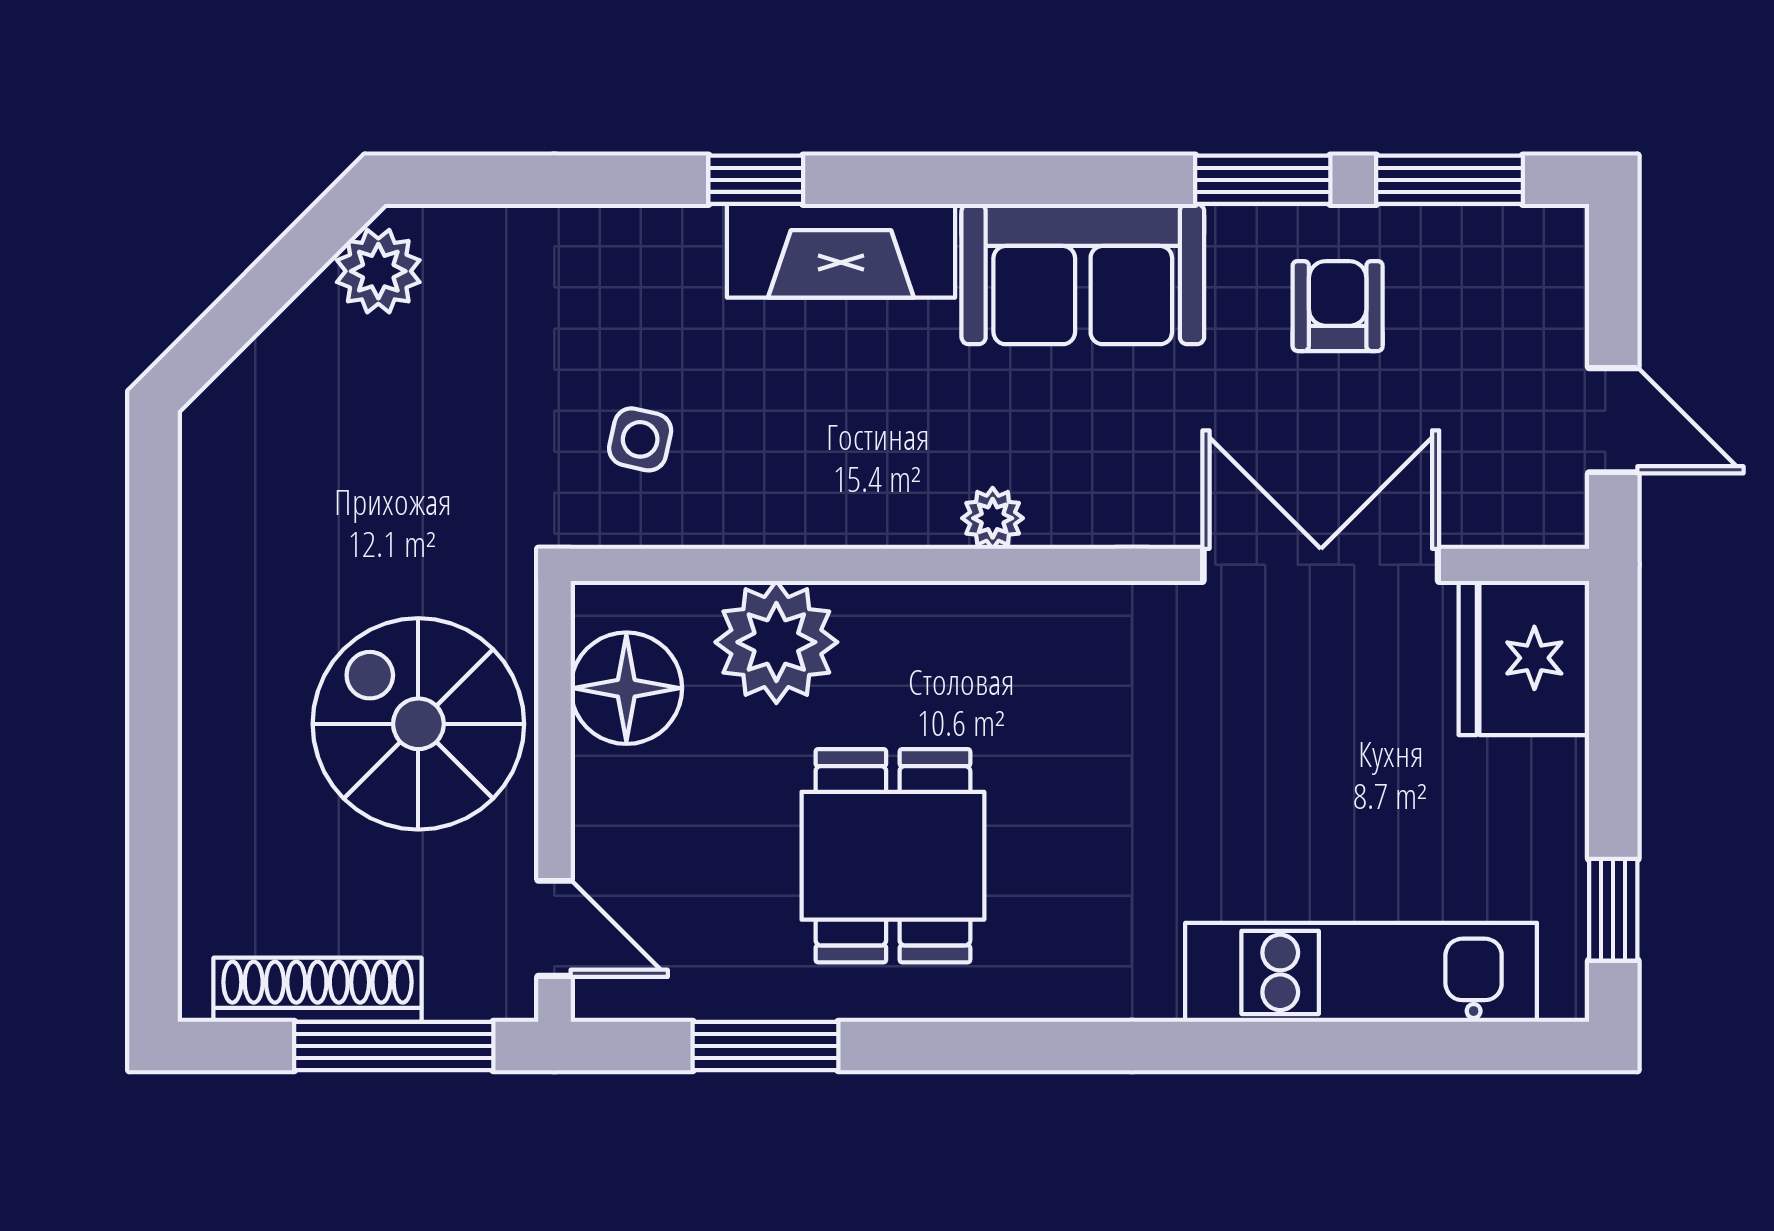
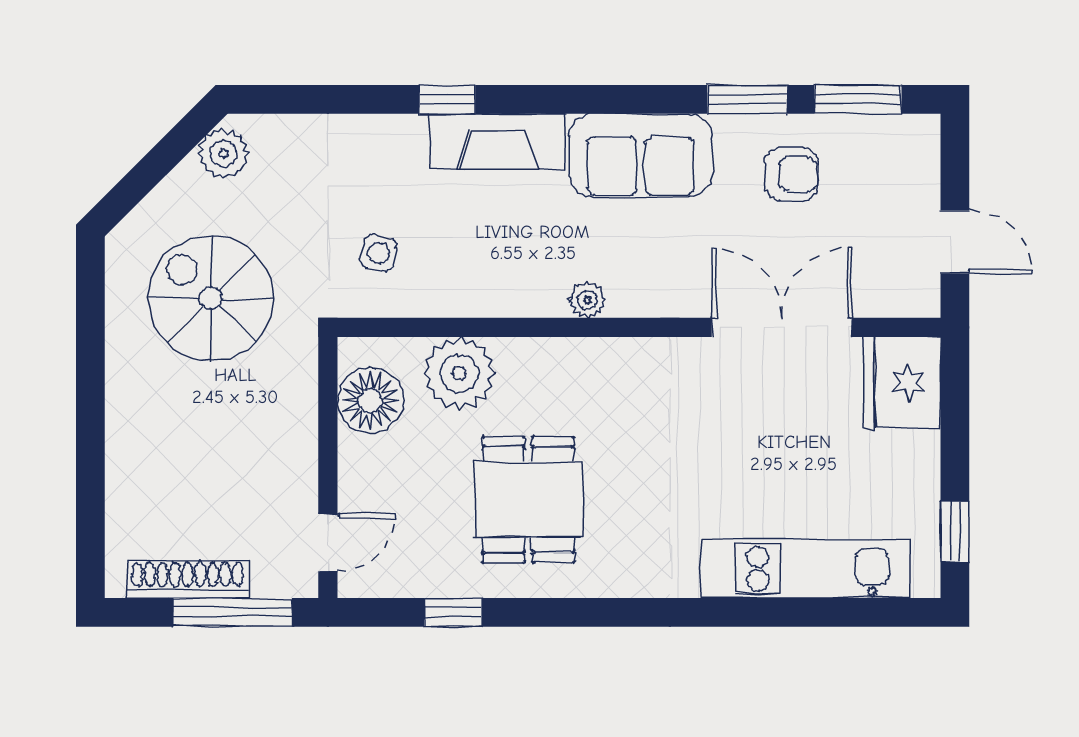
armchair: (1338, 306) -> (792, 174), turned 90
spiral stairs: (418, 724) -> (211, 298), moved
door: (554, 928) -> (328, 543), hinge flipped
window: (765, 1046) -> (453, 612), width x0.67

